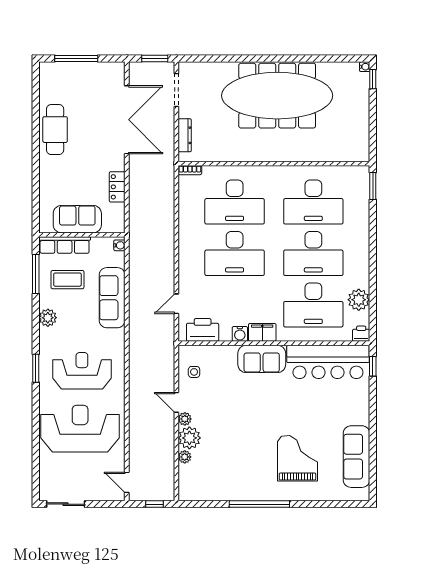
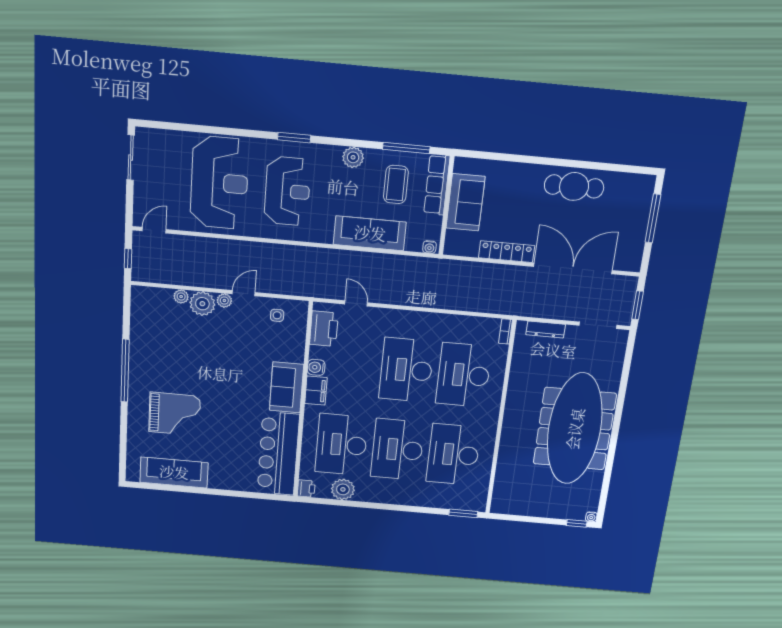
double door: (127, 120) -> (573, 268), swing flipped
locker: (117, 187) -> (507, 252), width x1.53
window: (373, 366) -> (270, 497), removed

